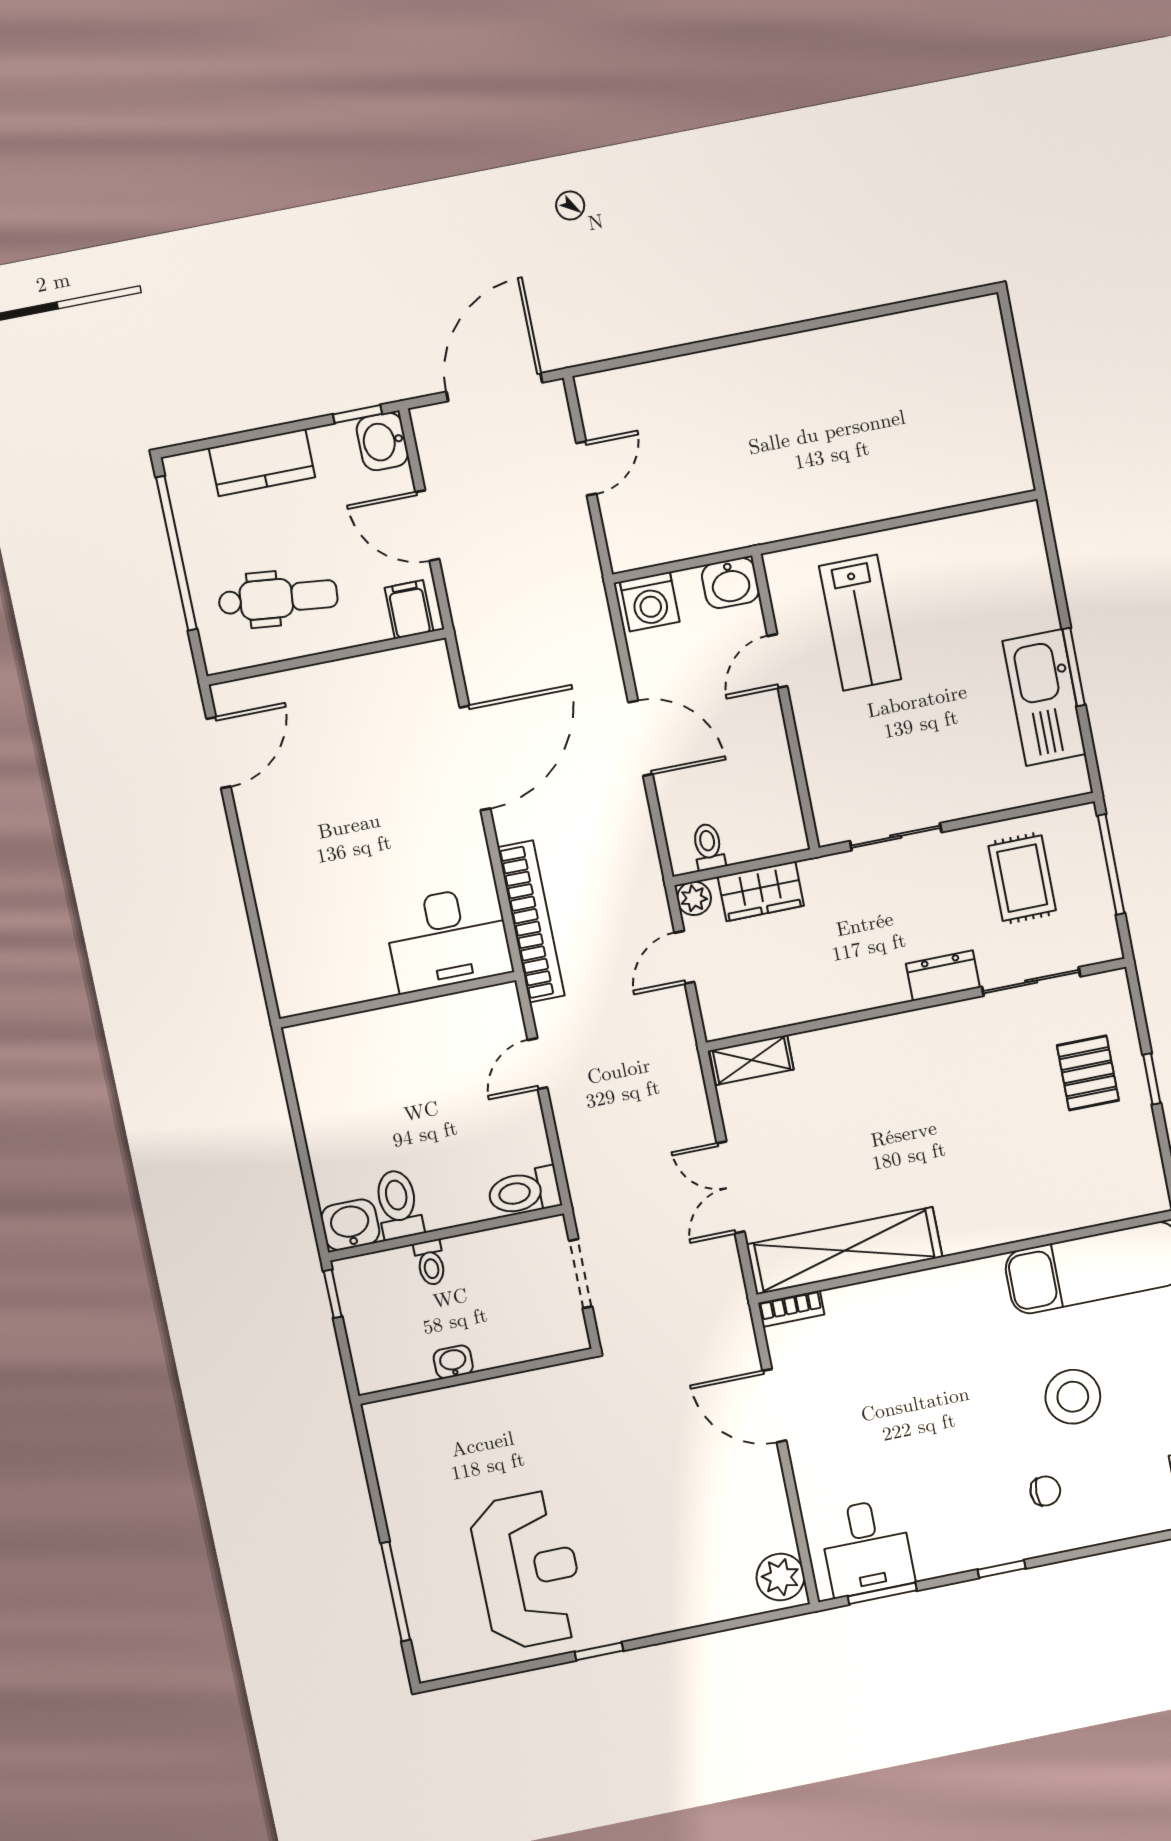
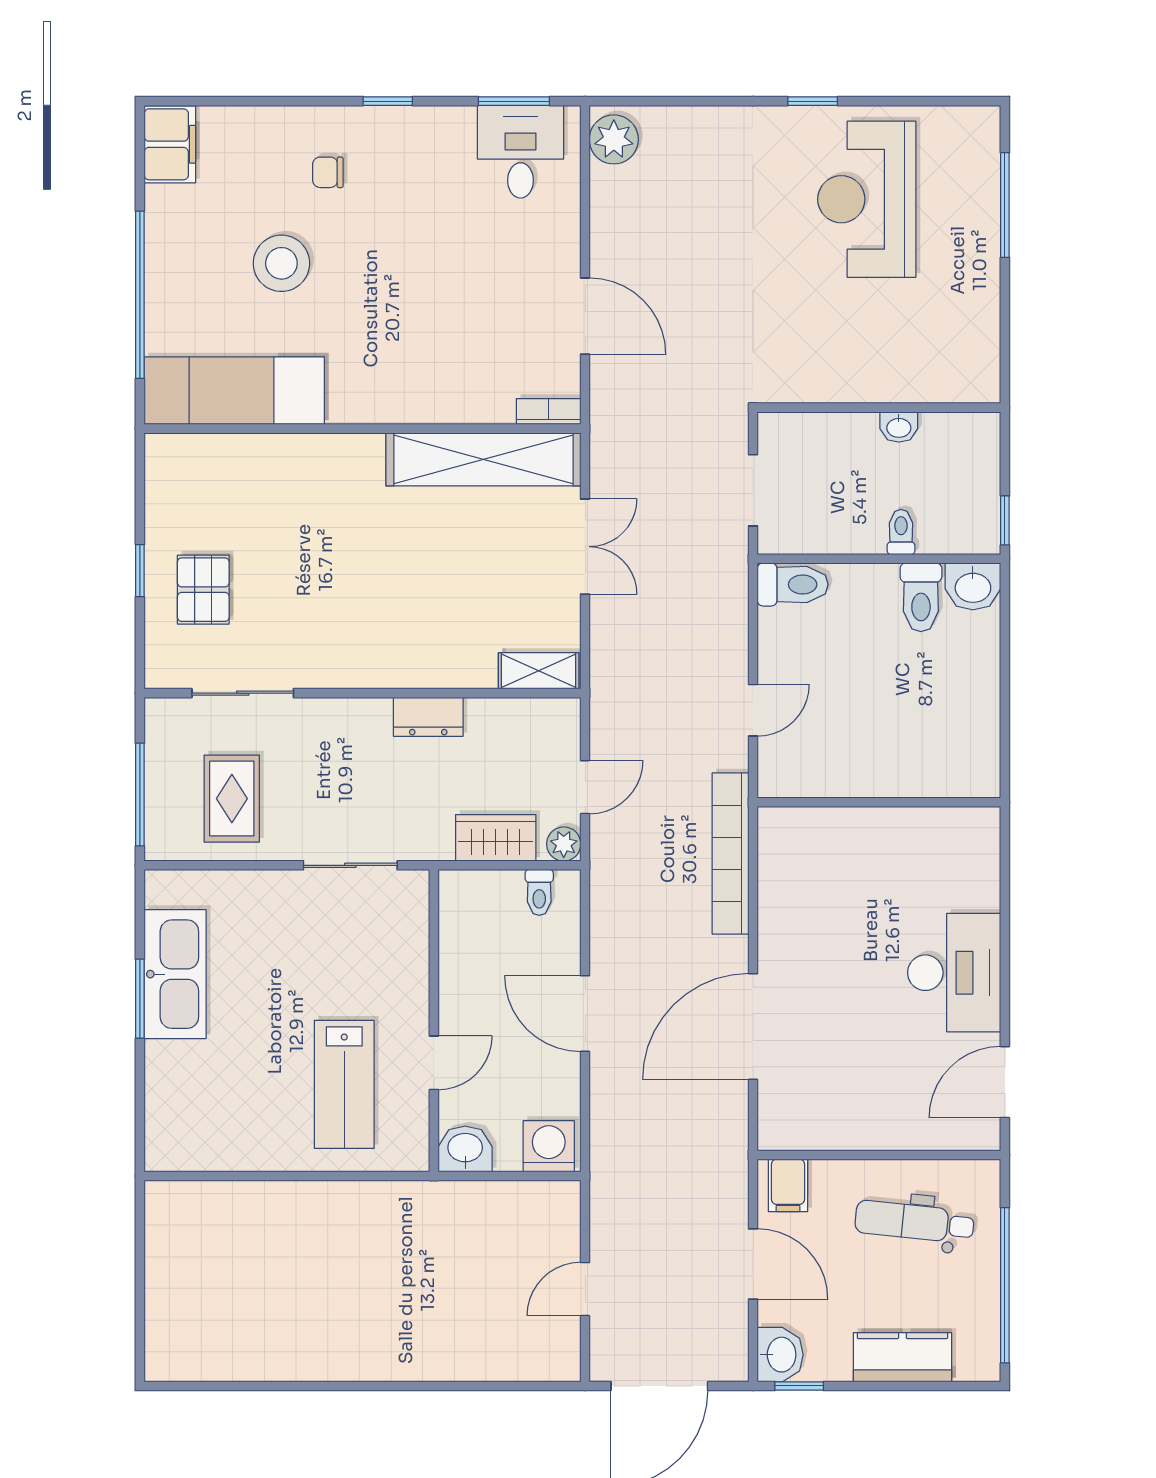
lab bench: (860, 623) -> (344, 1084), turned 180
desk: (448, 939) -> (954, 973), moved, turned 90
dresser: (943, 976) -> (428, 717), moved

